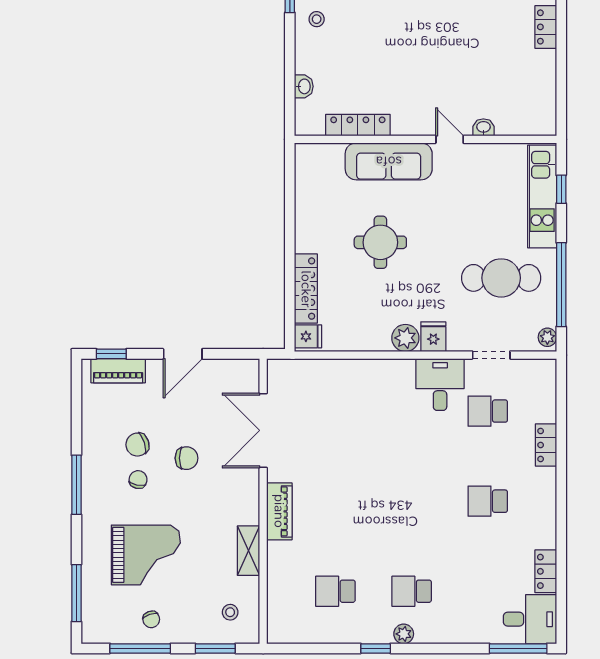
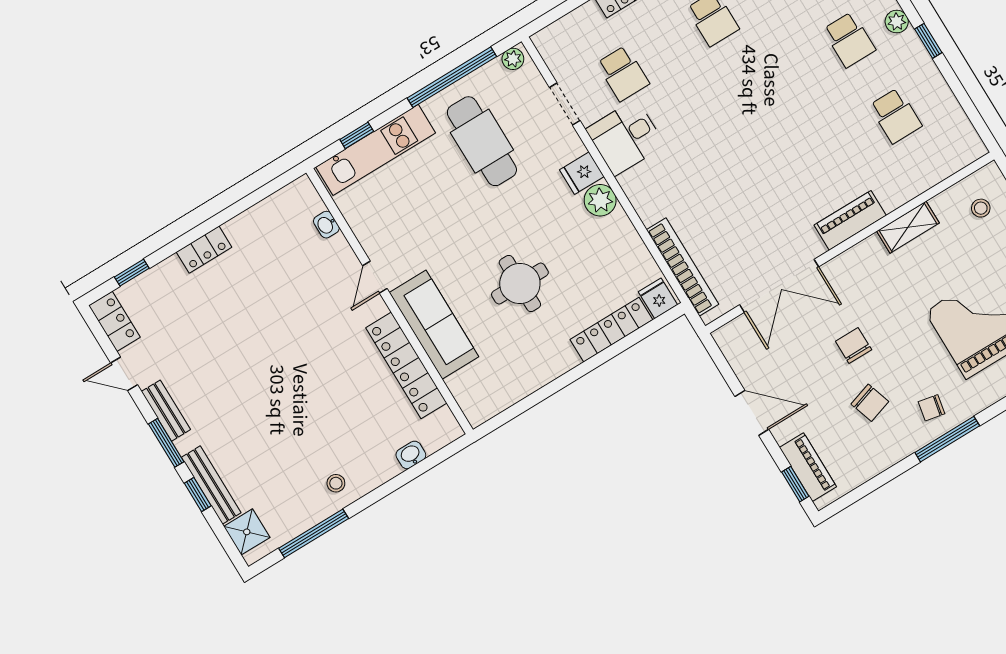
locker: (358, 125) -> (406, 365), width x1.41, depth x1.21
washbasin: (483, 127) -> (326, 225), moved
bookcase: (320, 368) -> (683, 267), added
chair: (138, 480) -> (932, 408), moved

